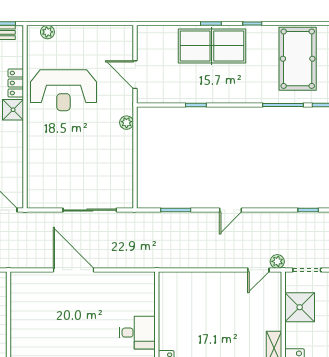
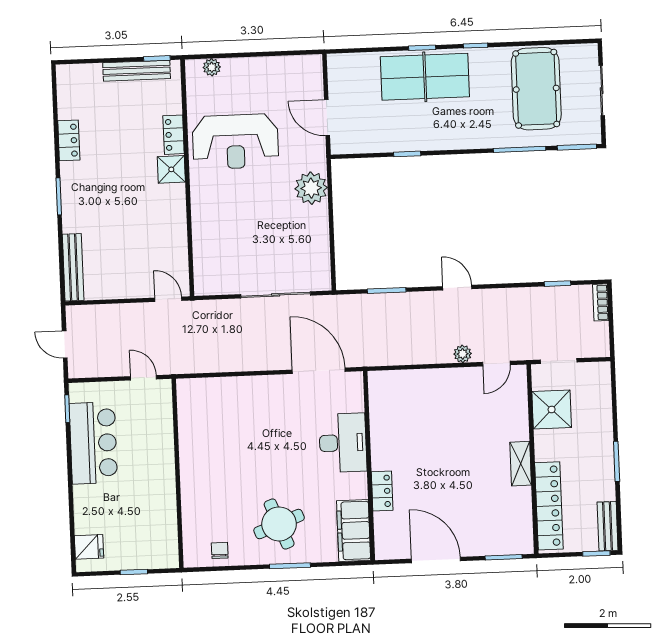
plant: (127, 123) -> (311, 188), width x1.87, depth x1.87
door: (231, 210) -> (457, 288), swing flipped
plant: (277, 261) -> (463, 354), moved
door: (74, 270) -> (319, 371), moved
desk: (137, 333) -> (343, 443), width x1.37

